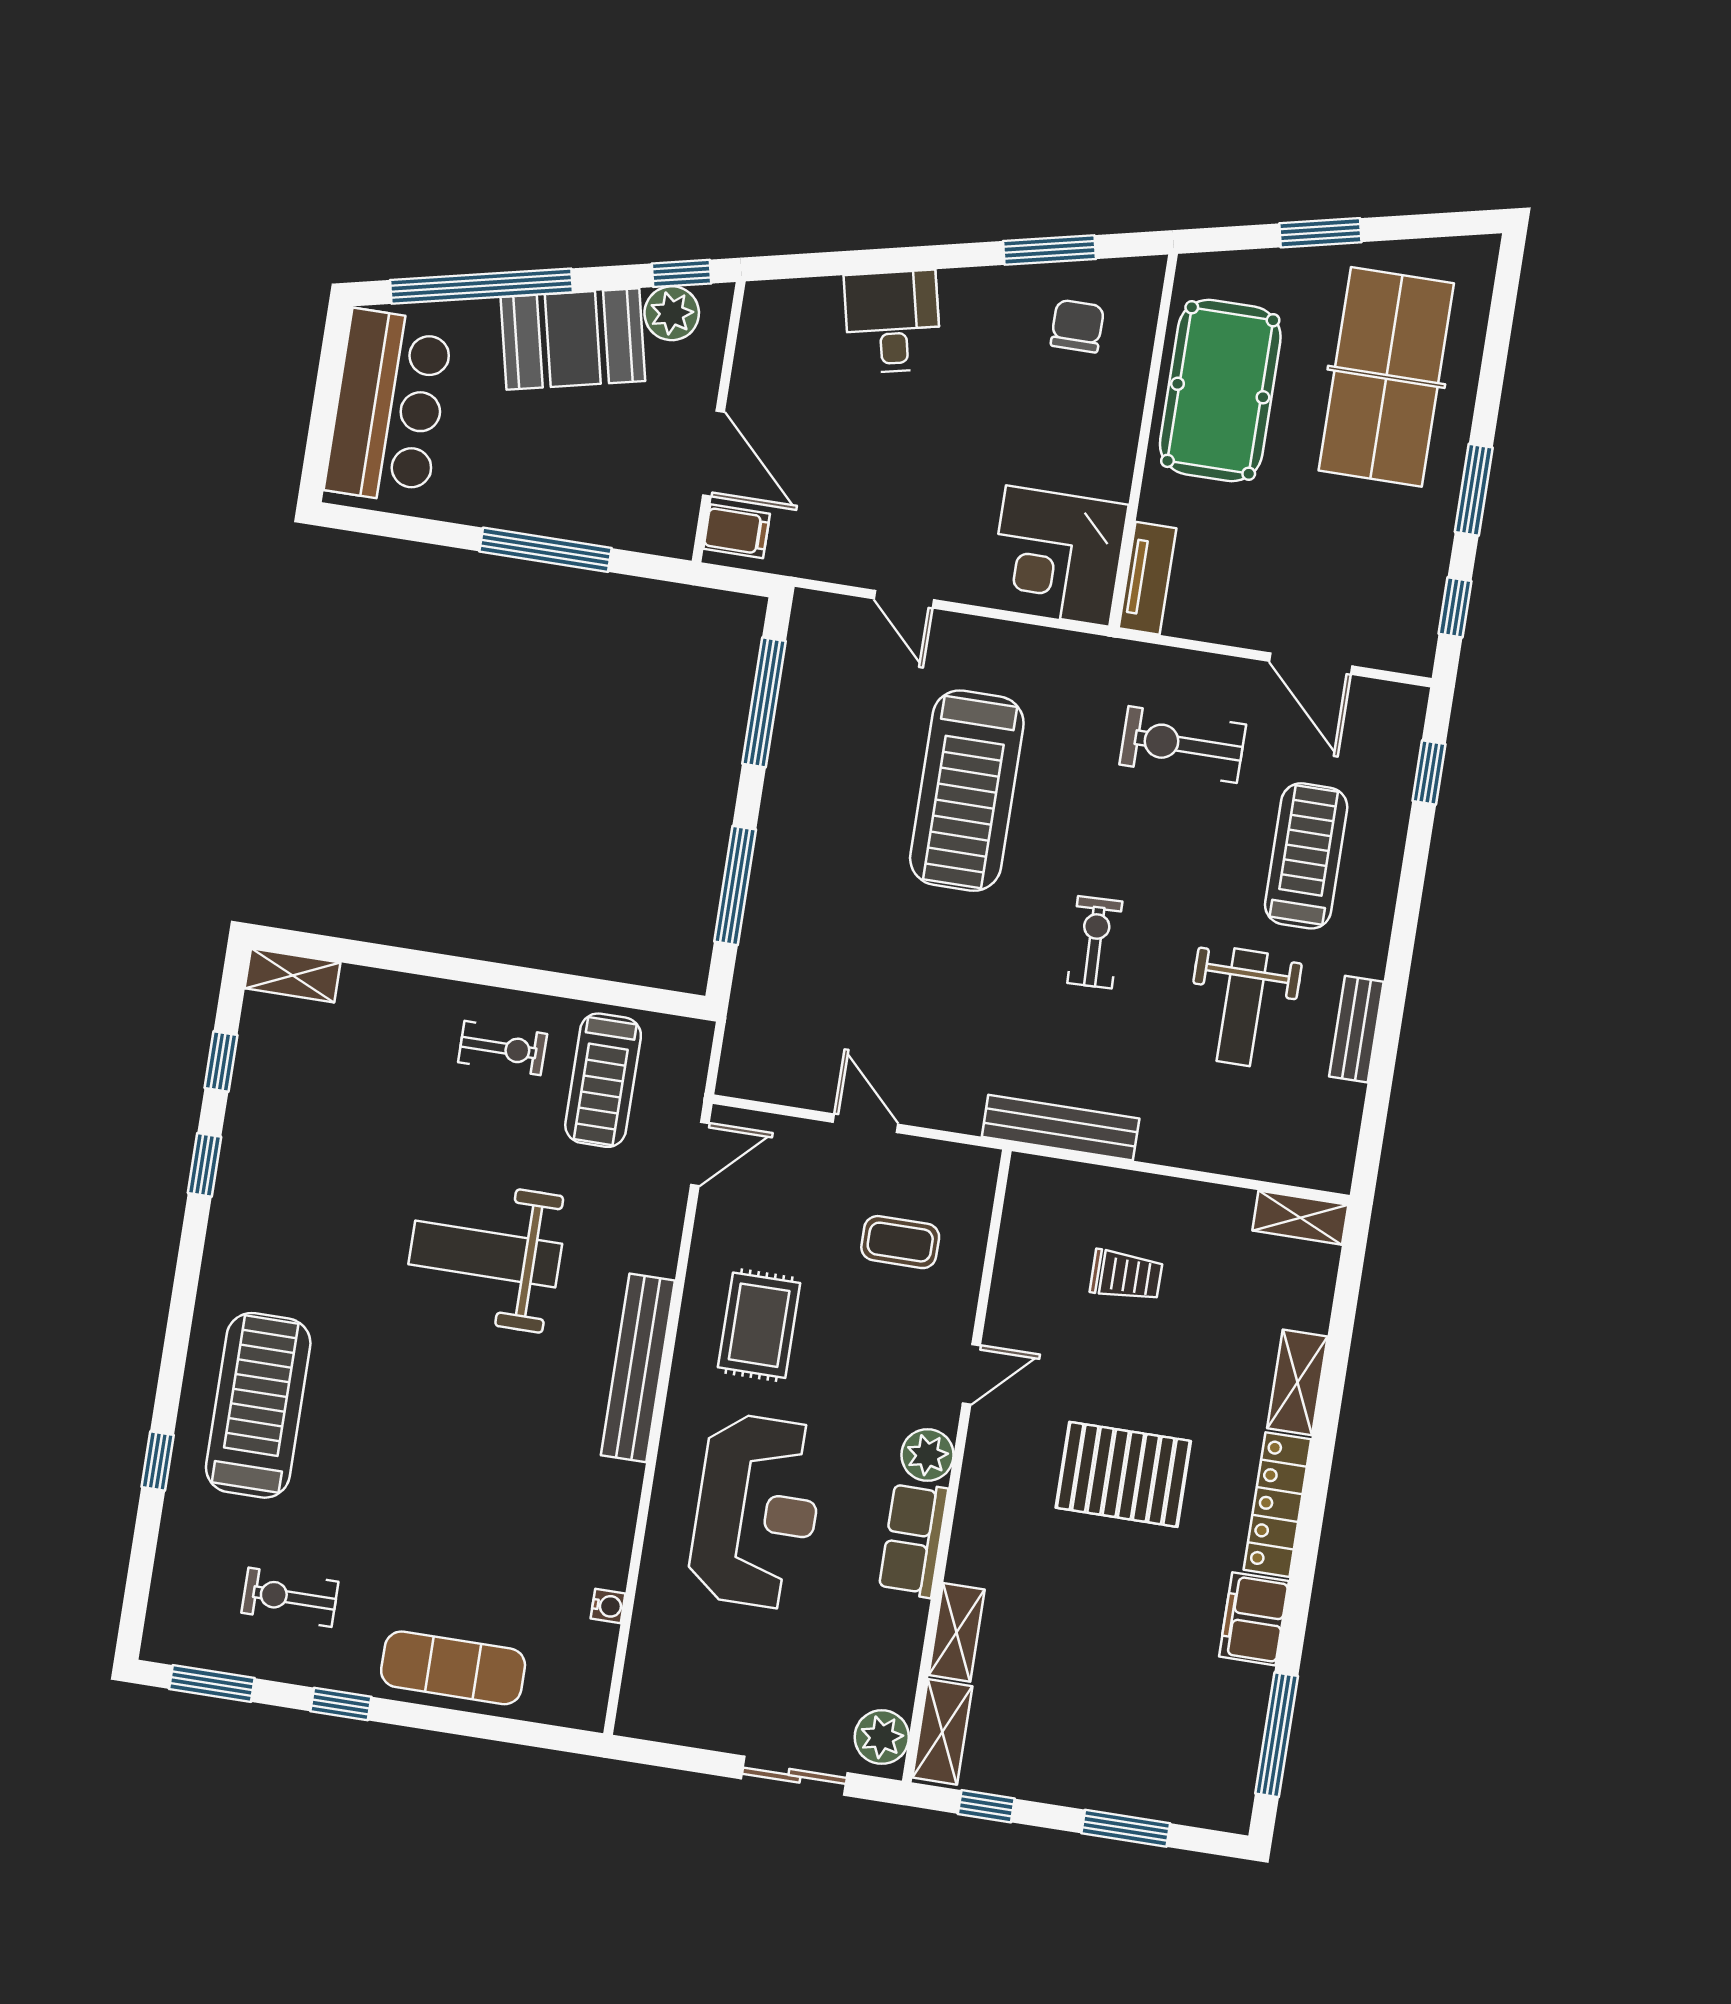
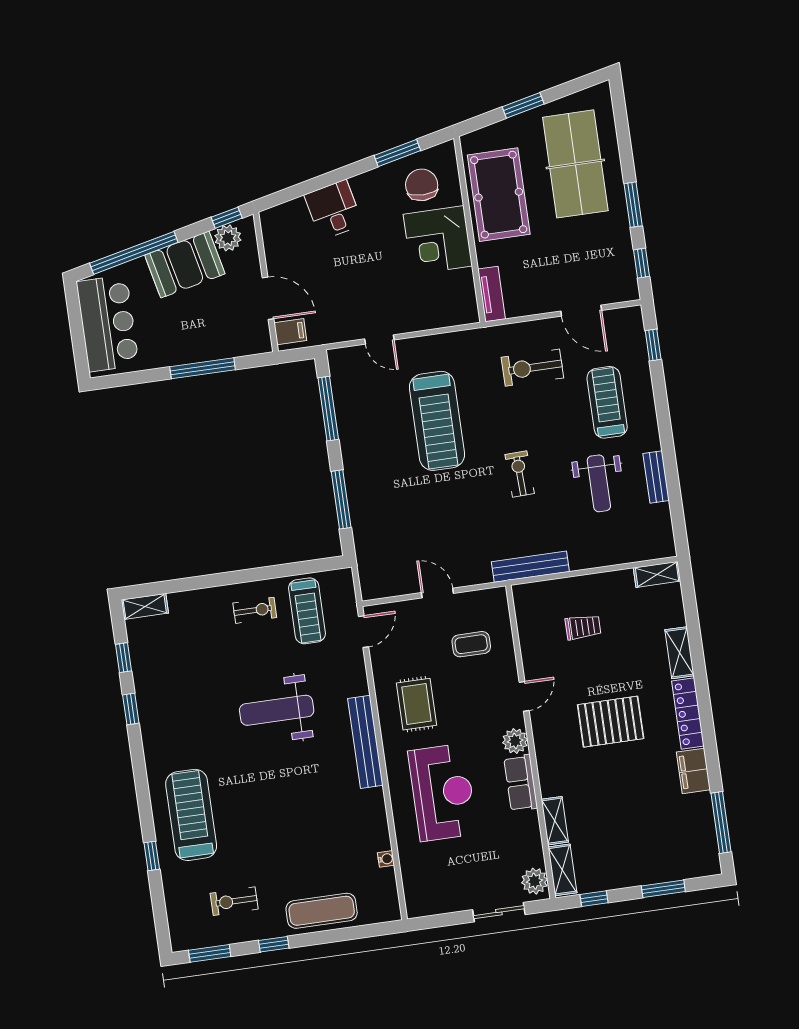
chair: (1077, 326) -> (422, 185), width x1.37, depth x1.37
corner desk: (1058, 556) -> (438, 240), moved

